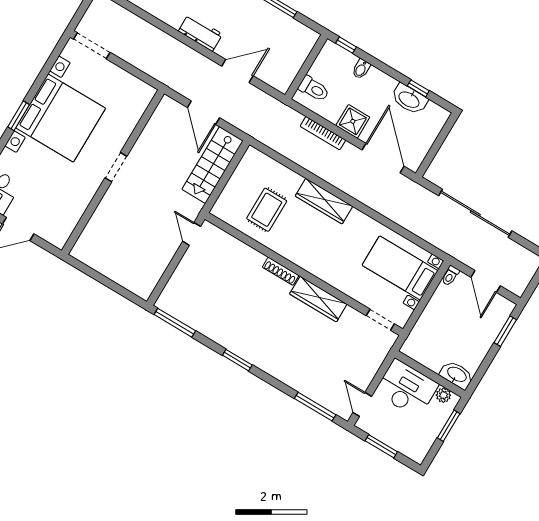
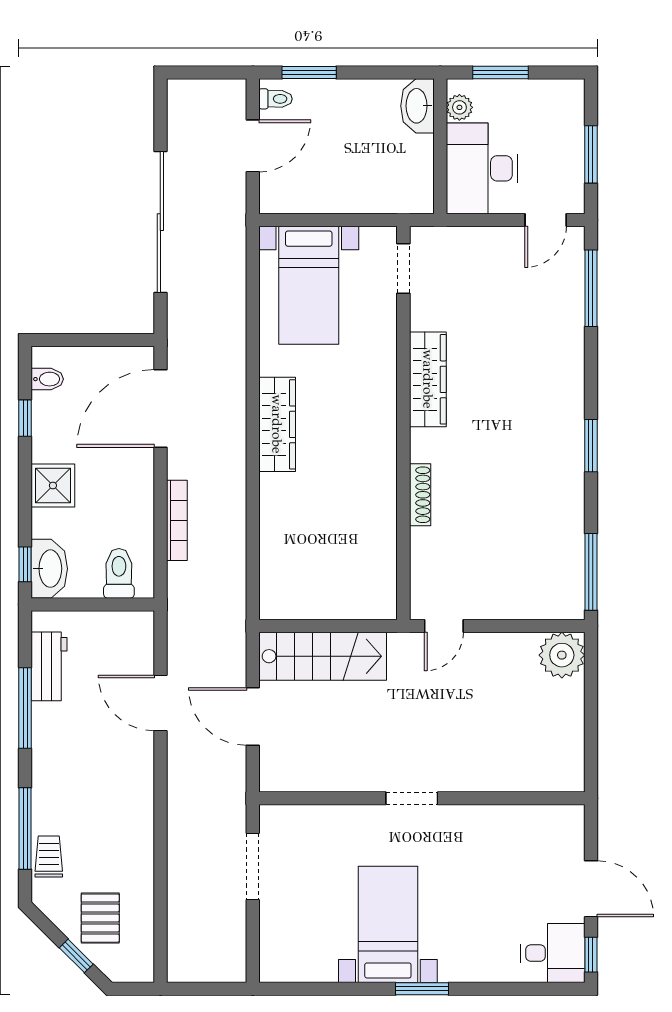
workbench: (200, 33) -> (49, 666), moved, turned 180
doorway: (92, 46) -> (253, 866), moved
bidet: (361, 69) -> (47, 379), moved
washbasin: (409, 99) -> (49, 569), moved
door: (203, 113) -> (253, 716), swing flipped
bed with nightstands: (61, 118) -> (388, 924), width x0.54
shower: (353, 121) -> (53, 486), moved
wardrobe: (324, 201) -> (277, 424), moved
rug: (267, 210) -> (341, 536), removed
shoe rack: (281, 271) -> (420, 495), moved
toilet: (450, 276) -> (275, 99), moved
plant: (142, 284) -> (562, 655), added

